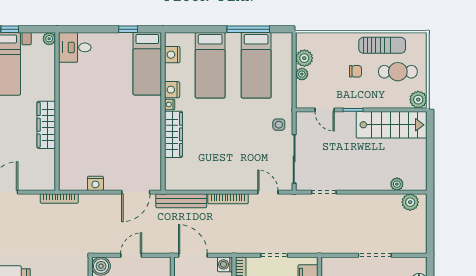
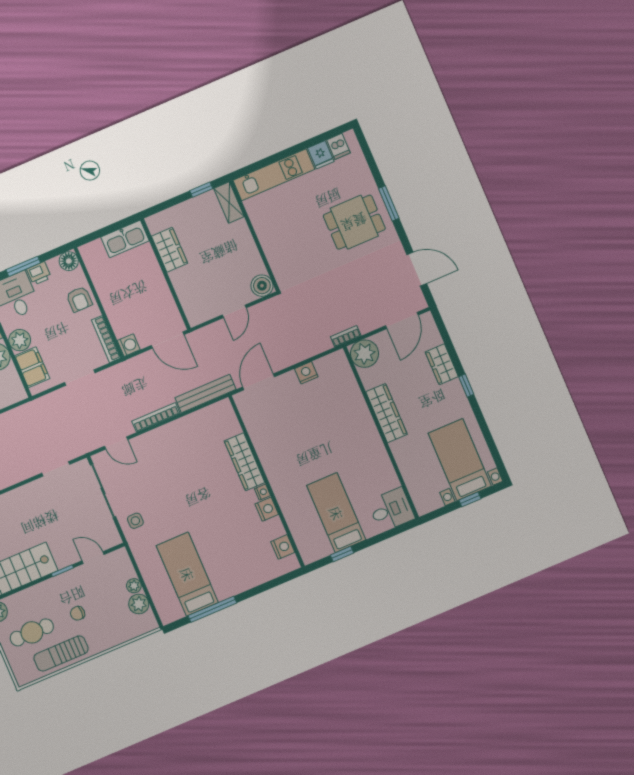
plant: (49, 39) -> (364, 354), moved, width x1.88, depth x1.88
bed: (147, 64) -> (336, 513), moved
bed: (210, 65) -> (237, 553), removed
bookcase: (59, 199) -> (346, 336), width x0.64

